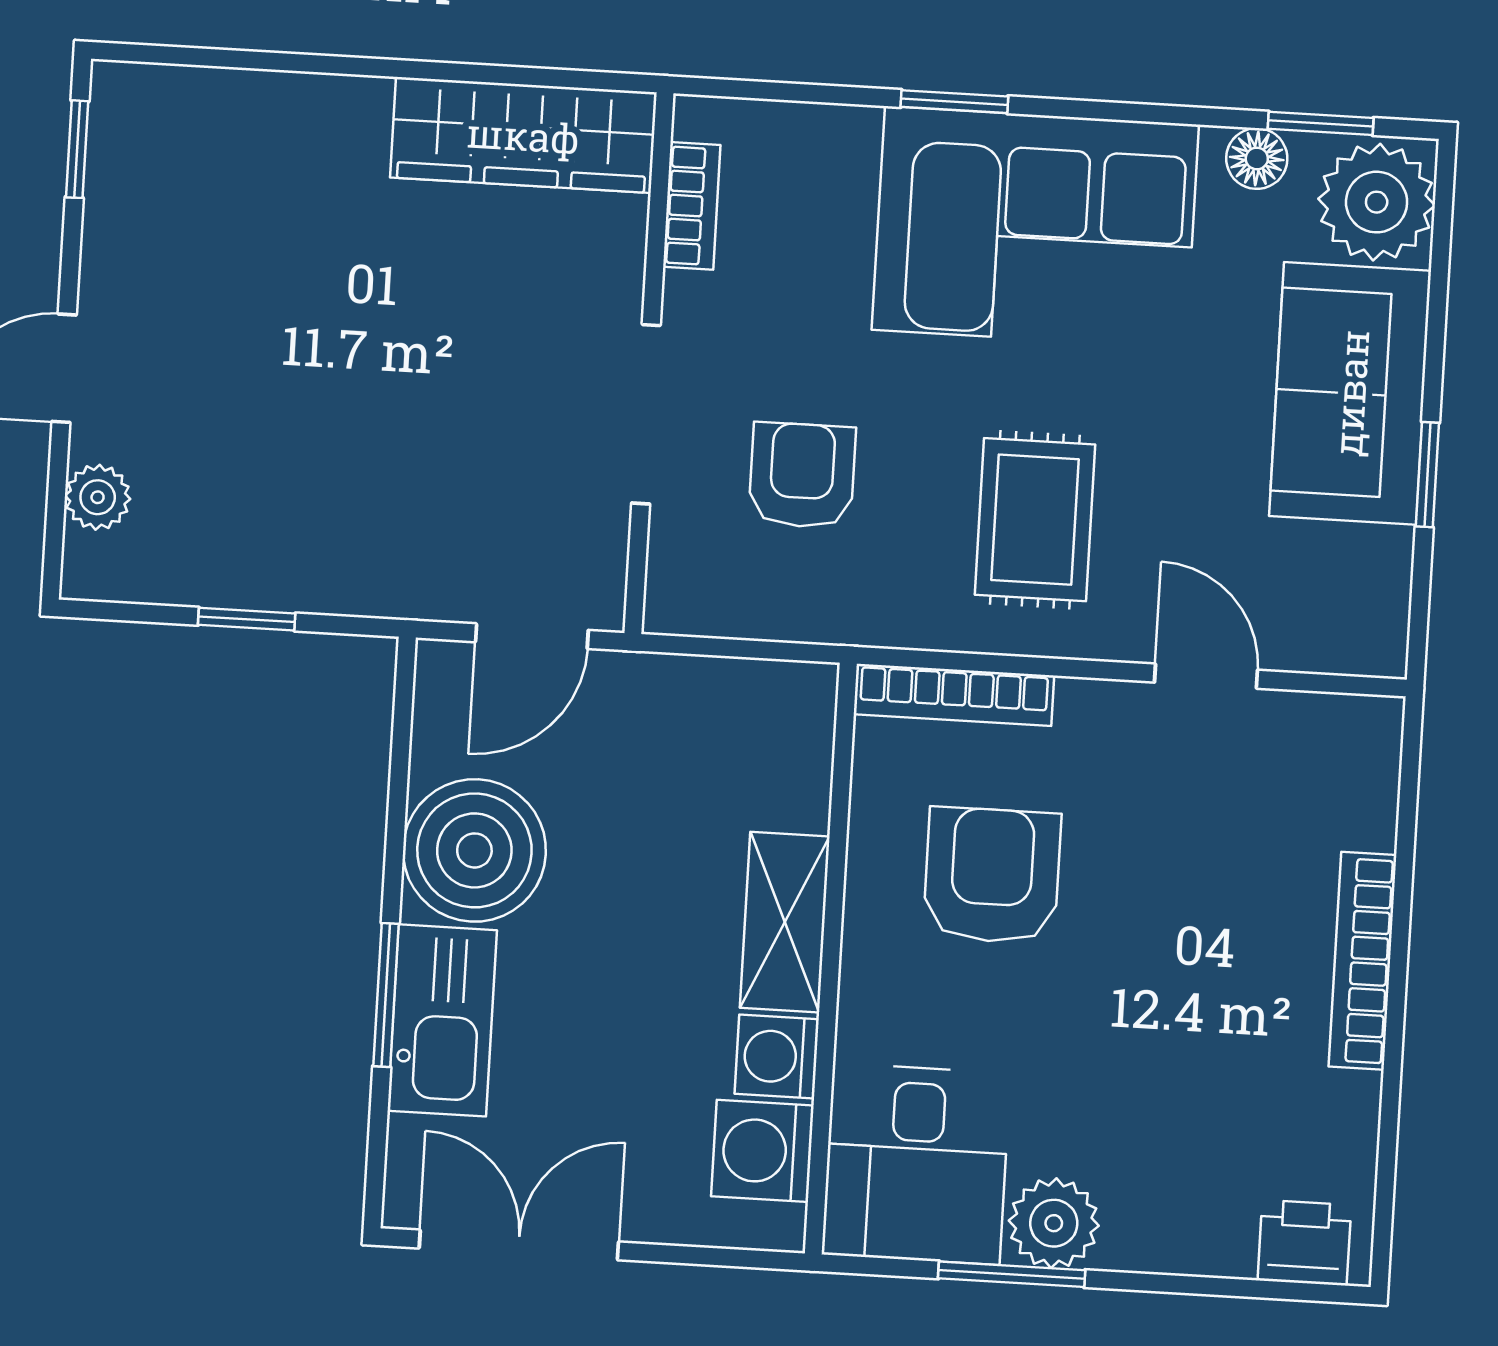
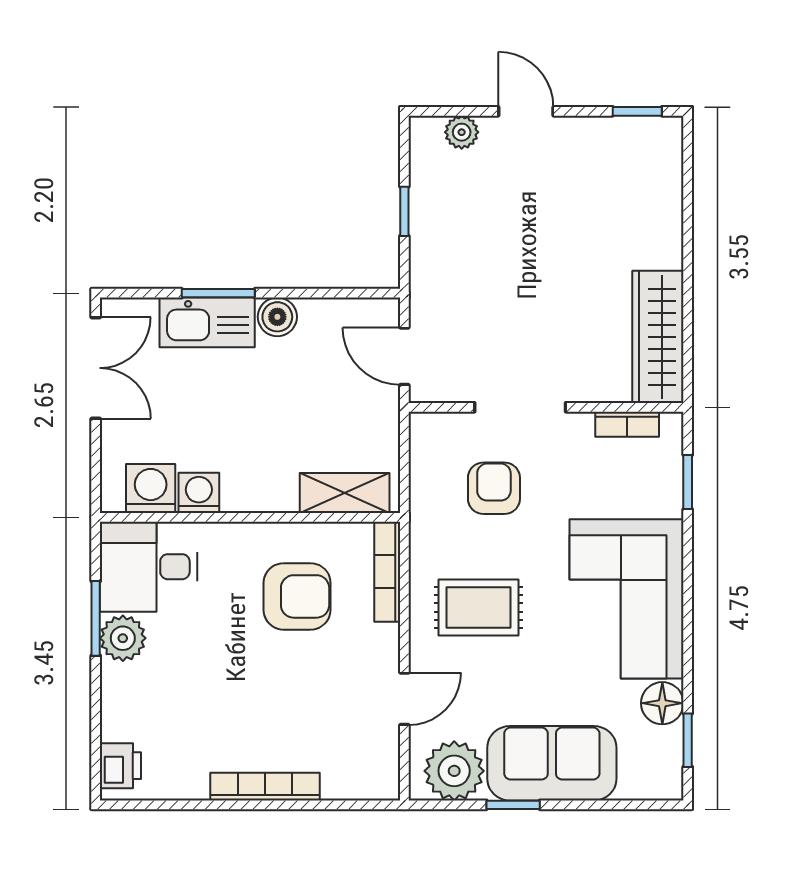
window: (954, 102) -> (688, 482), moved
floor lamp: (1257, 159) -> (662, 703), width x1.37, depth x1.37
plant: (1377, 202) -> (454, 771), moved
armchair: (802, 475) -> (494, 488), turned -90
boiler: (474, 850) -> (277, 317), width x0.54, depth x0.54
shelving: (785, 922) -> (345, 493), moved

